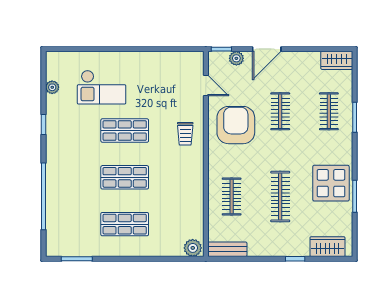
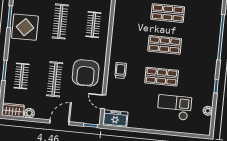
plant: (236, 58) -> (29, 113), moved
freezer: (186, 63) -> (115, 119), added
clothes rail: (280, 111) -> (55, 79), width x1.36

